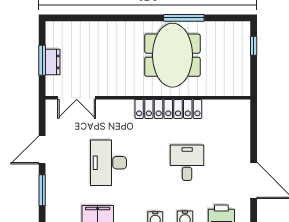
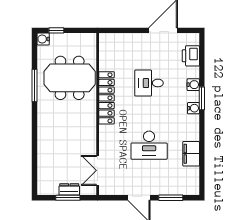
water cooler: (243, 29) -> (43, 39), added
meeting table: (172, 55) -> (70, 78), moved
double door: (77, 98) -> (98, 170), swing flipped

